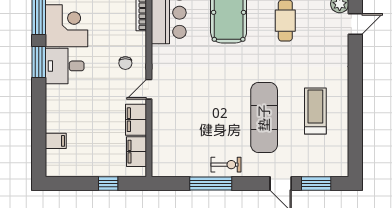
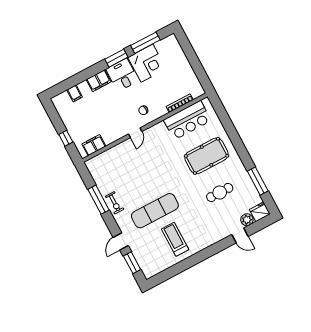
door: (149, 89) -> (135, 133), swing flipped
treadmill: (315, 111) -> (175, 239), turned -90
filing cabinet: (136, 120) -> (99, 81), moved, turned 180

